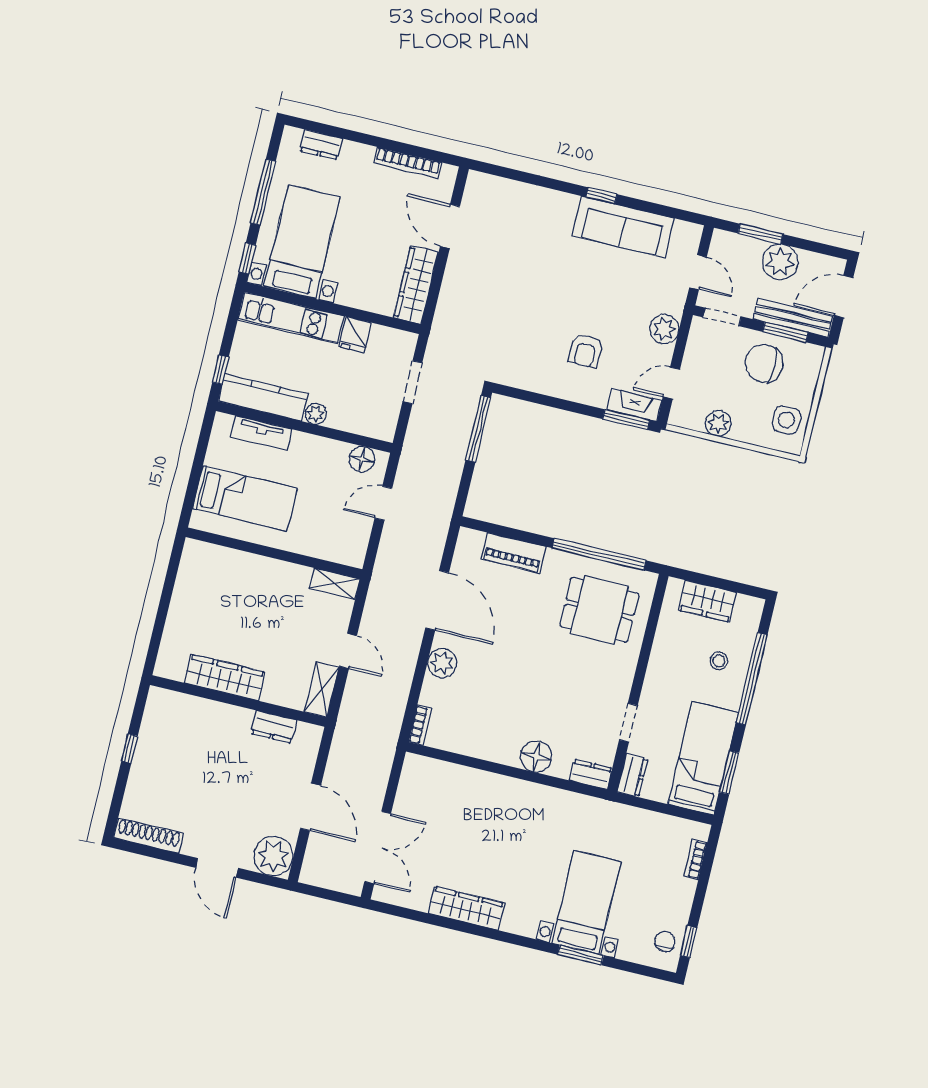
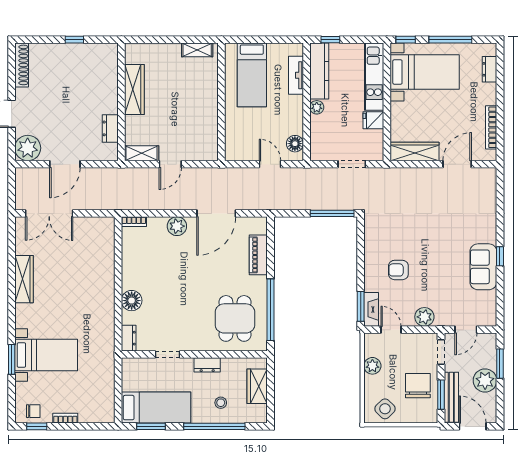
sofa: (623, 227) -> (483, 267), width x0.73
side table: (786, 420) -> (385, 409), turned 45
shelving: (335, 584) -> (197, 50), moved, turned 90
dresser: (632, 775) -> (207, 365), moved
bookcase: (696, 859) -> (65, 418), moved

